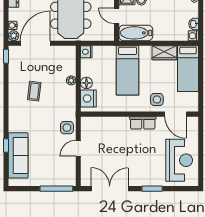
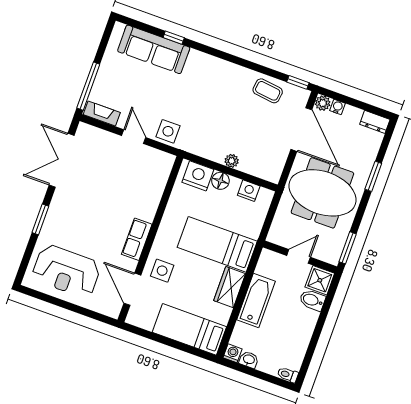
bathtub: (136, 33) -> (256, 300), moved
nightstand: (86, 52) -> (249, 191), moved
wardrobe: (164, 53) -> (230, 287), moved
coffee table: (34, 91) -> (268, 91), moved
door: (176, 114) -> (132, 289), hinge flipped
fireplace: (71, 174) -> (102, 114), added
double door: (110, 189) -> (62, 160), swing flipped

